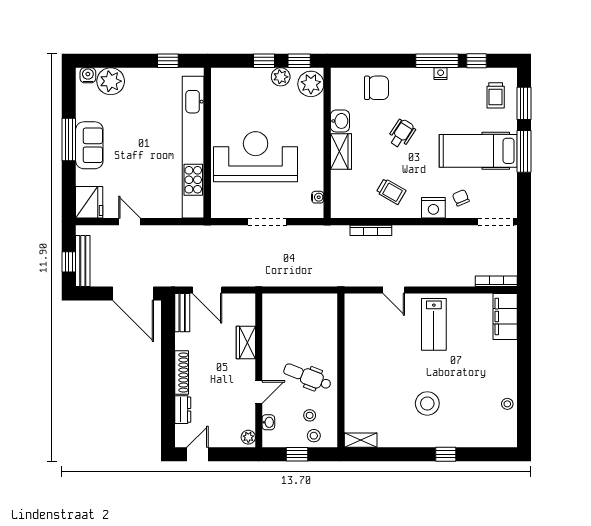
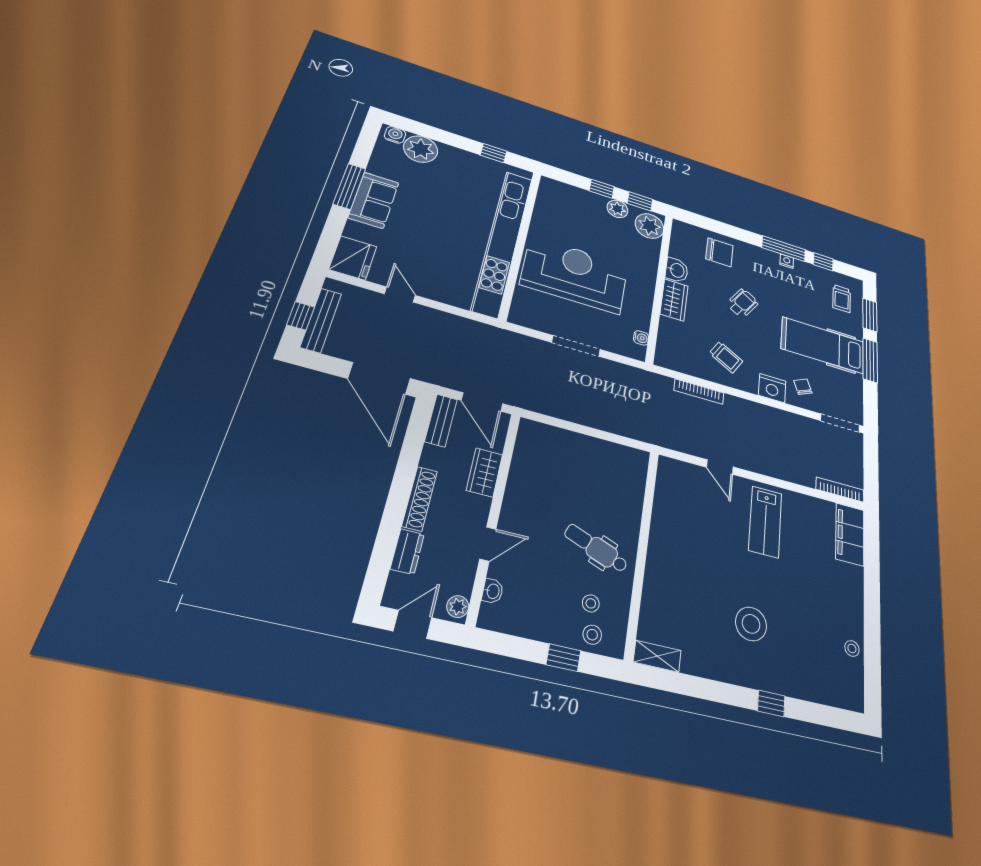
wardrobe: (246, 342) -> (485, 472), moved
wall: (259, 370) -> (494, 514), moved
door: (259, 392) -> (488, 544), moved
washbasin: (268, 422) -> (493, 591), moved
plant: (248, 437) -> (458, 607), moved

